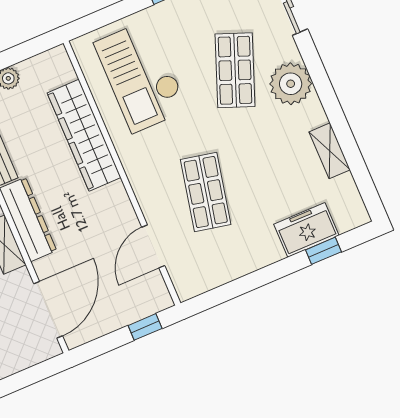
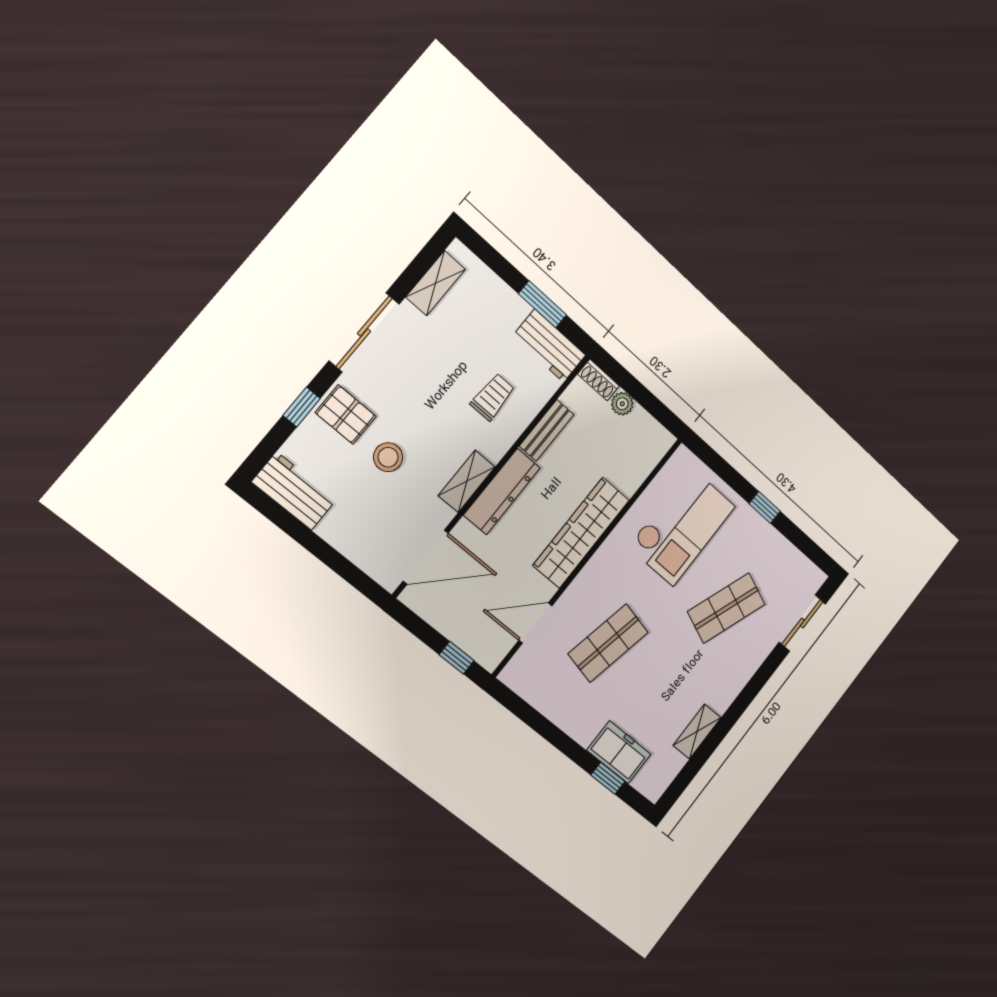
checkout: (141, 76) -> (682, 527), turned 180
plant: (291, 84) -> (738, 664), removed
wardrobe: (84, 135) -> (581, 533), moved

